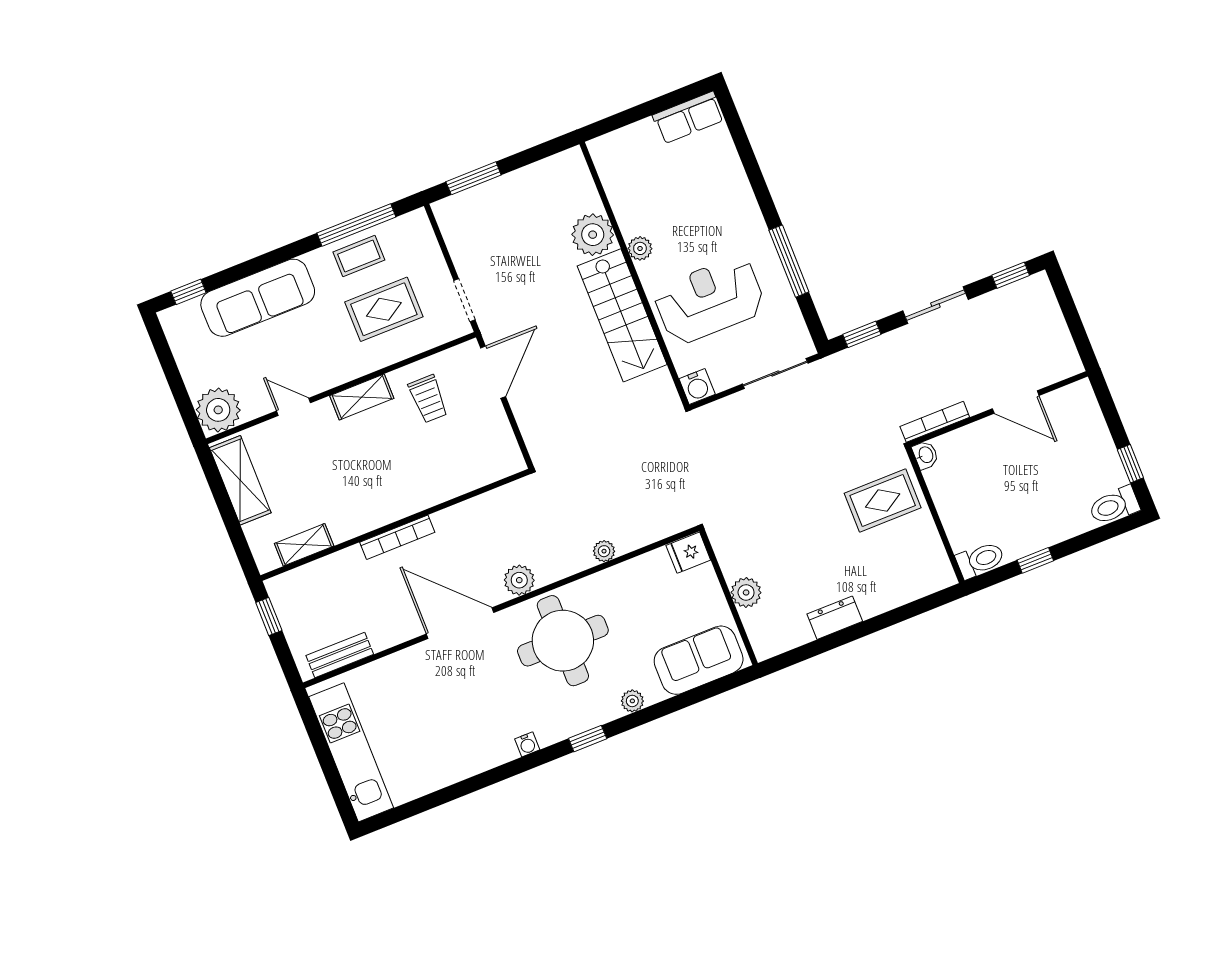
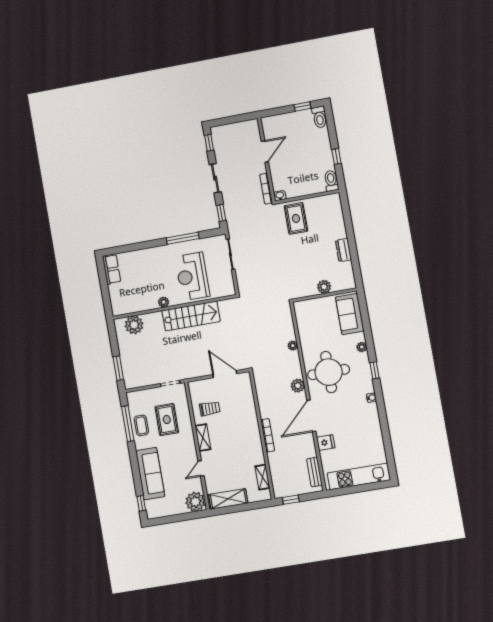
plant: (593, 235) -> (134, 325), moved
door: (493, 372) -> (225, 374), moved
water cooler: (697, 386) -> (229, 290), removed
fridge: (688, 553) -> (326, 443), moved, turned -90

